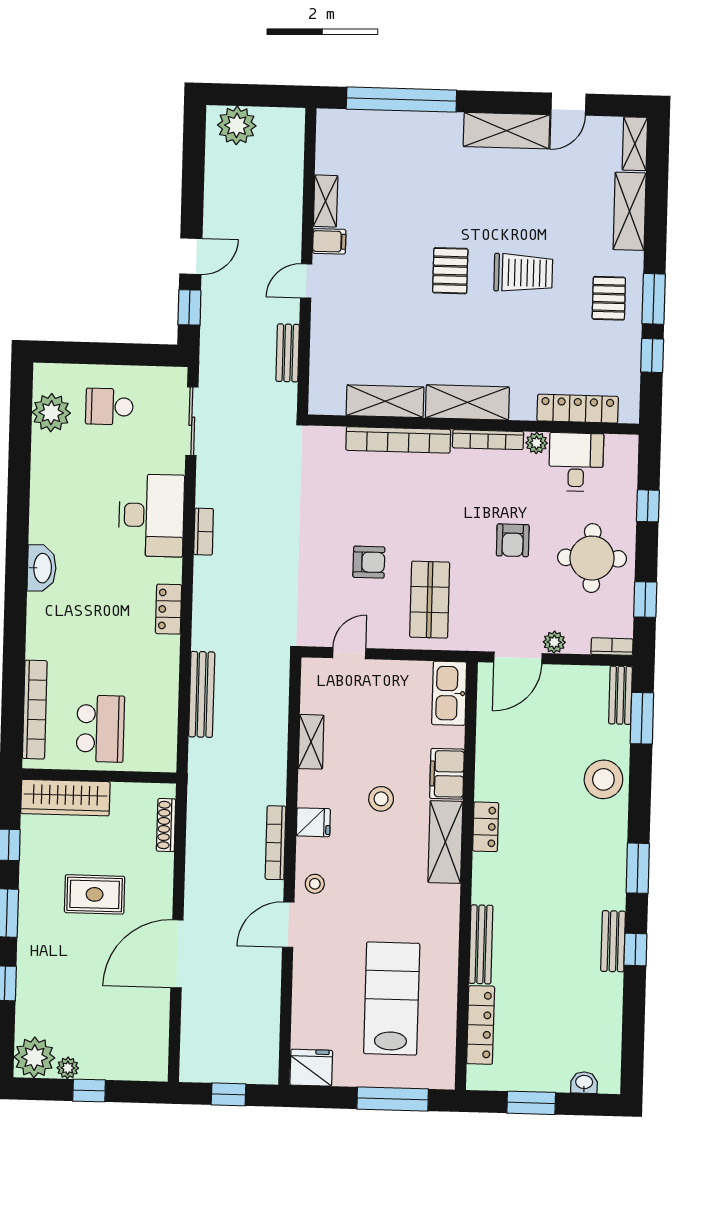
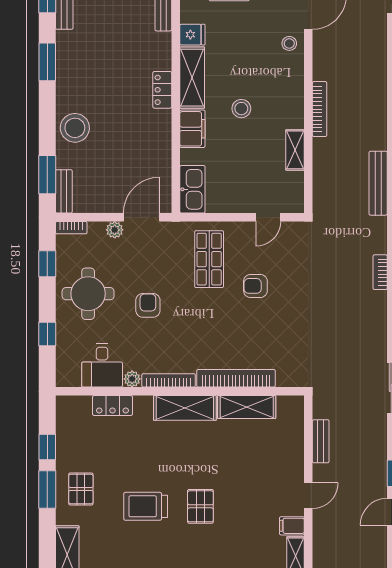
locker: (578, 409) -> (112, 405), width x0.66
bookcase: (204, 532) -> (380, 272), moved
fridge: (313, 822) -> (192, 35), moved, turned 180
bookcase: (276, 843) -> (320, 109), moved

